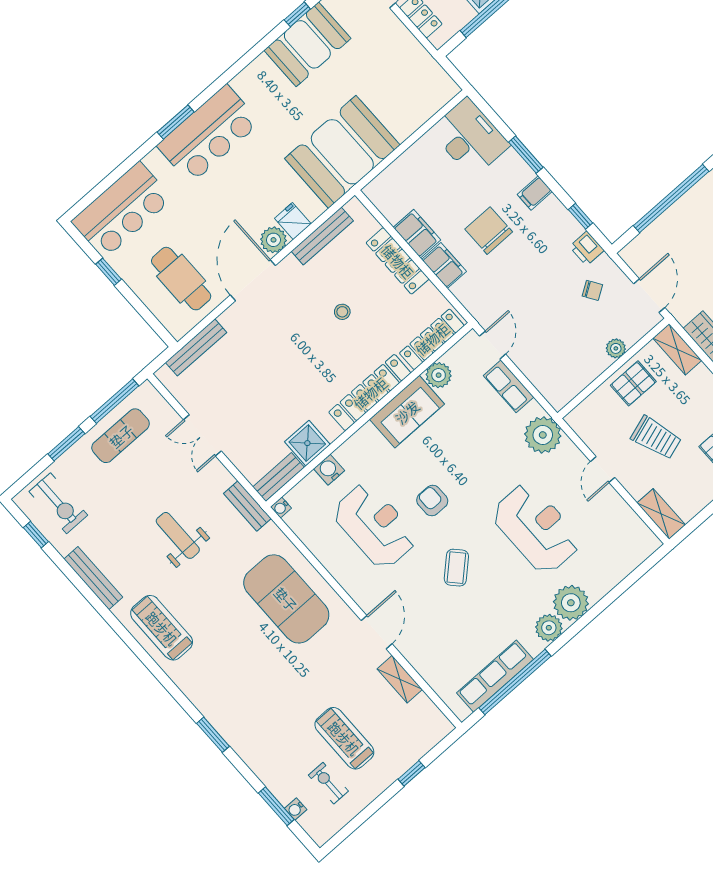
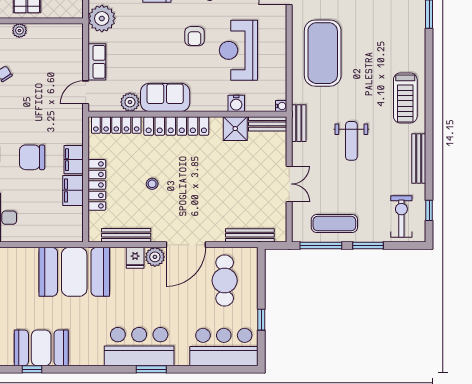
chair: (489, 231) -> (32, 157), turned 90

